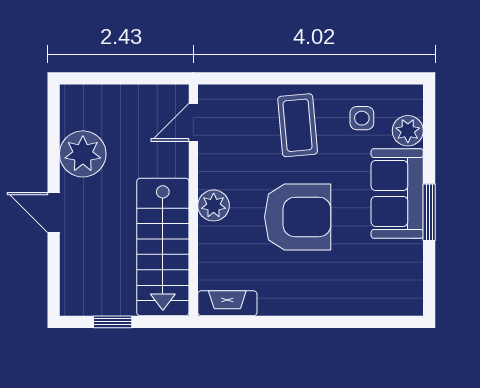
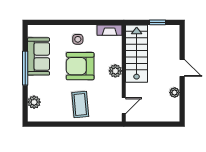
side table: (362, 118) -> (78, 39), moved
plant: (83, 154) -> (175, 93), width x0.53, depth x0.53
sofa: (397, 193) -> (39, 56), moved
window: (429, 212) -> (25, 68), width x1.44

